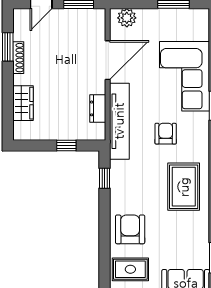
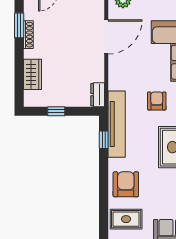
dresser: (98, 108) -> (98, 95), moved
tv unit: (119, 121) -> (117, 124), moved
window: (66, 146) -> (56, 111), moved

